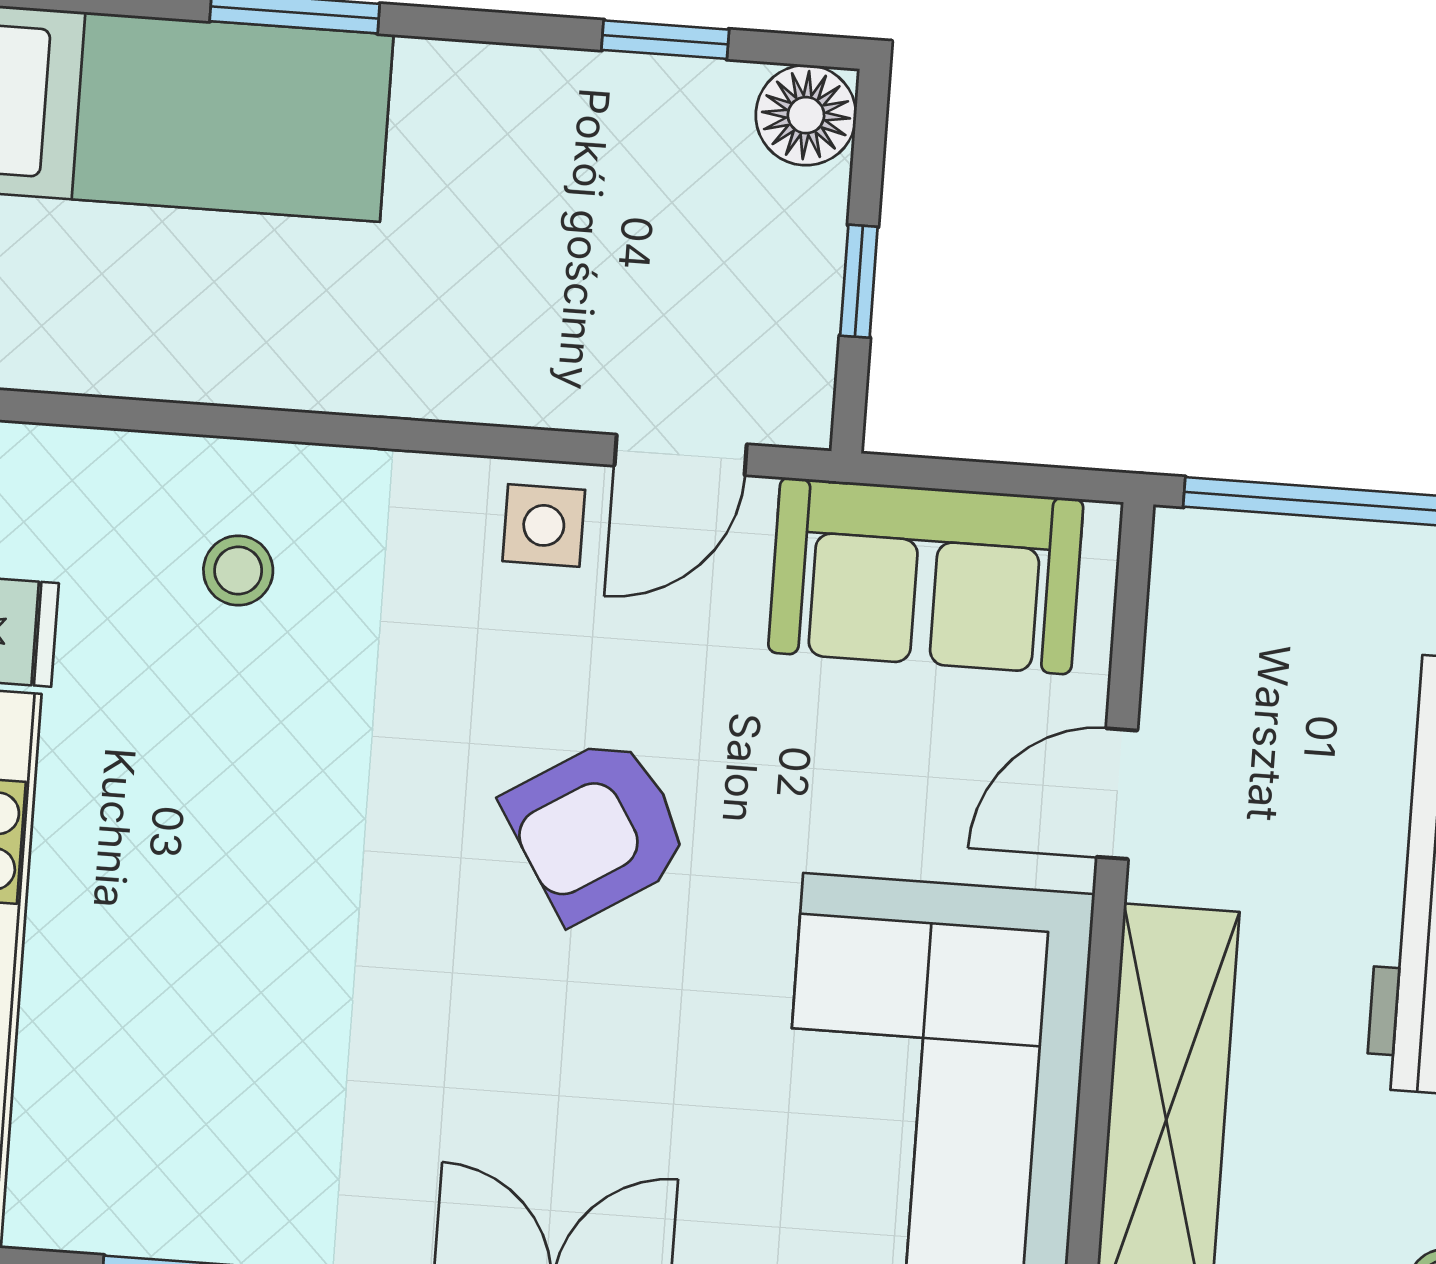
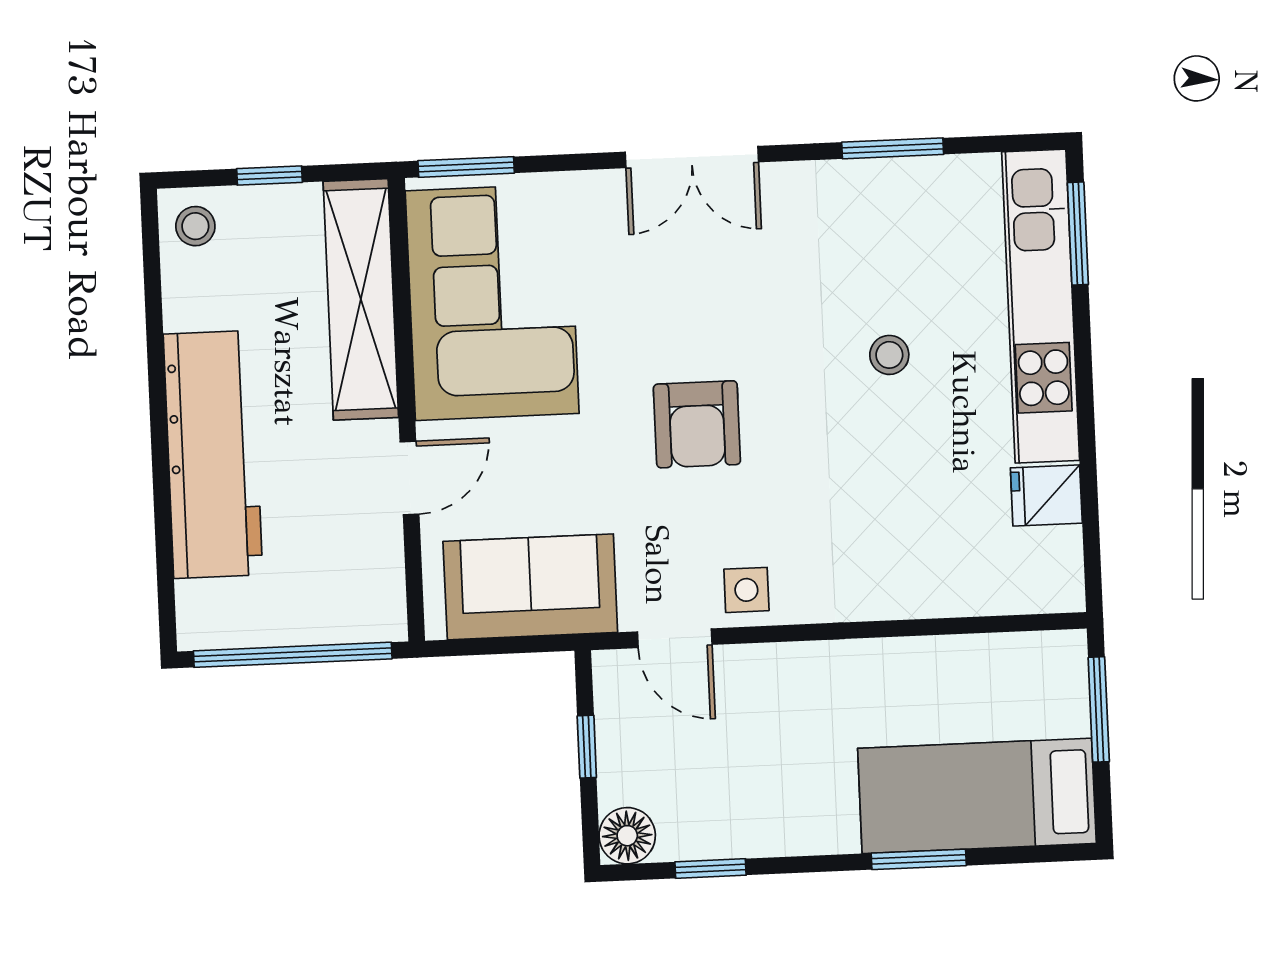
door: (681, 455) -> (675, 638), swing flipped
stool: (238, 571) -> (889, 355), moved
armchair: (597, 829) -> (697, 424), turned 122

